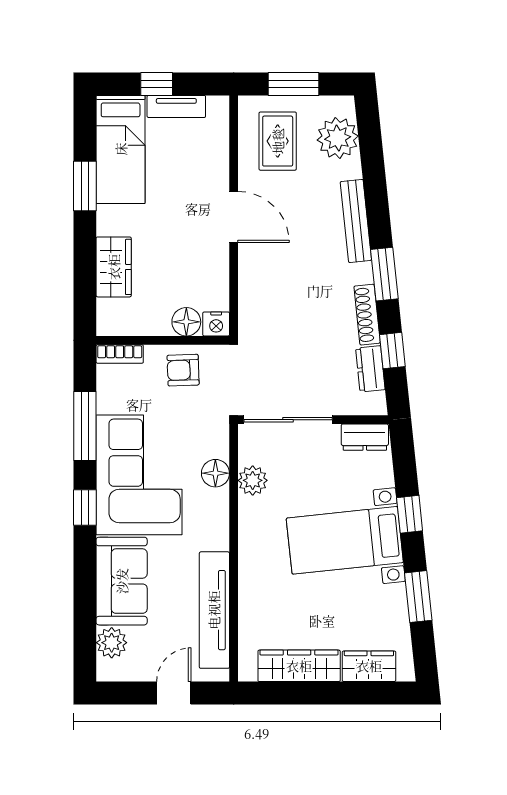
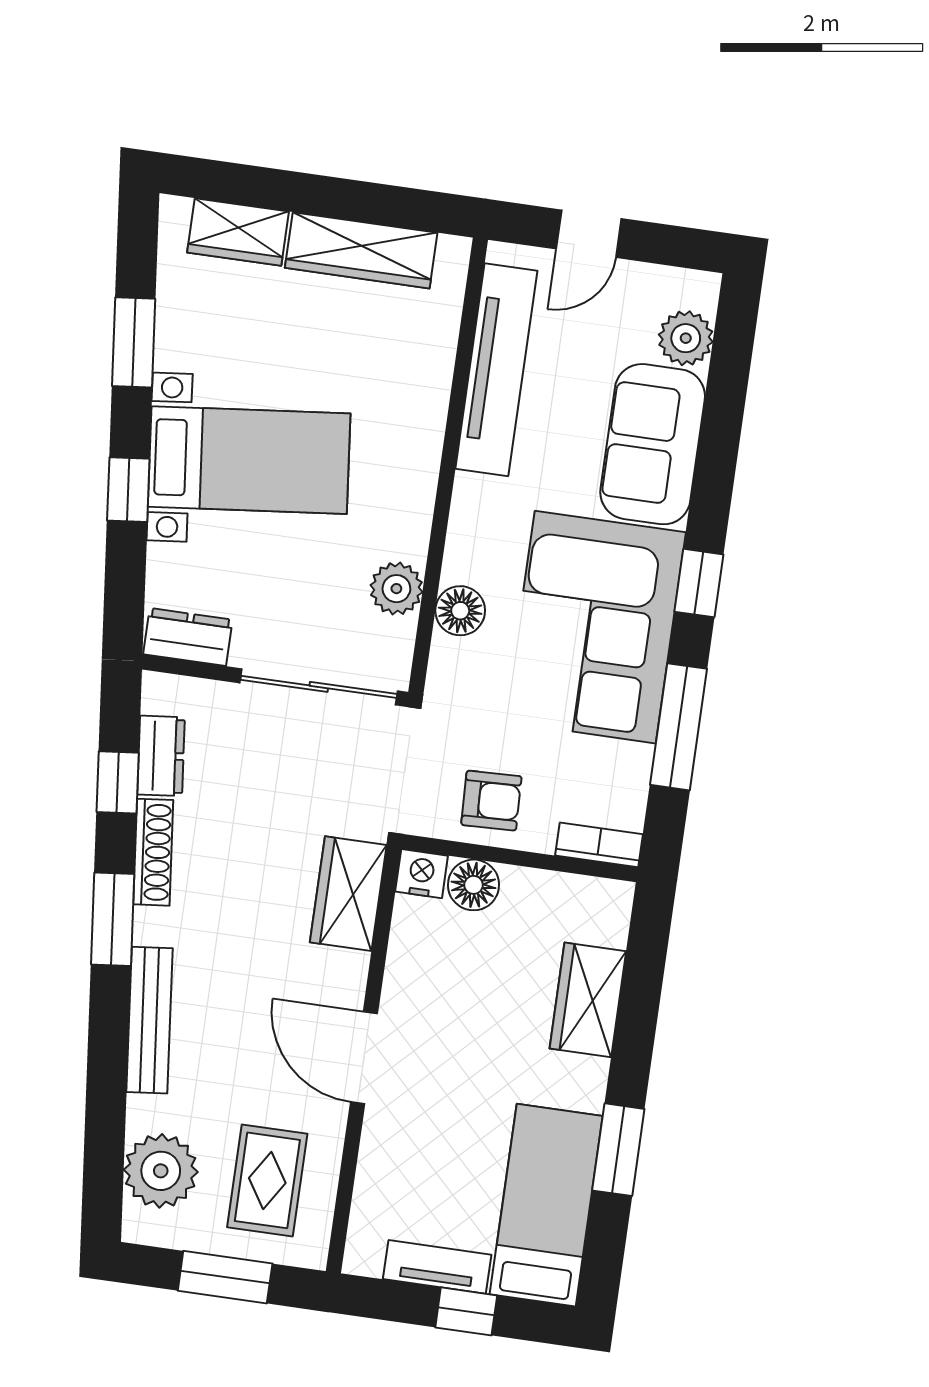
wardrobe: (255, 307) -> (348, 894), added

